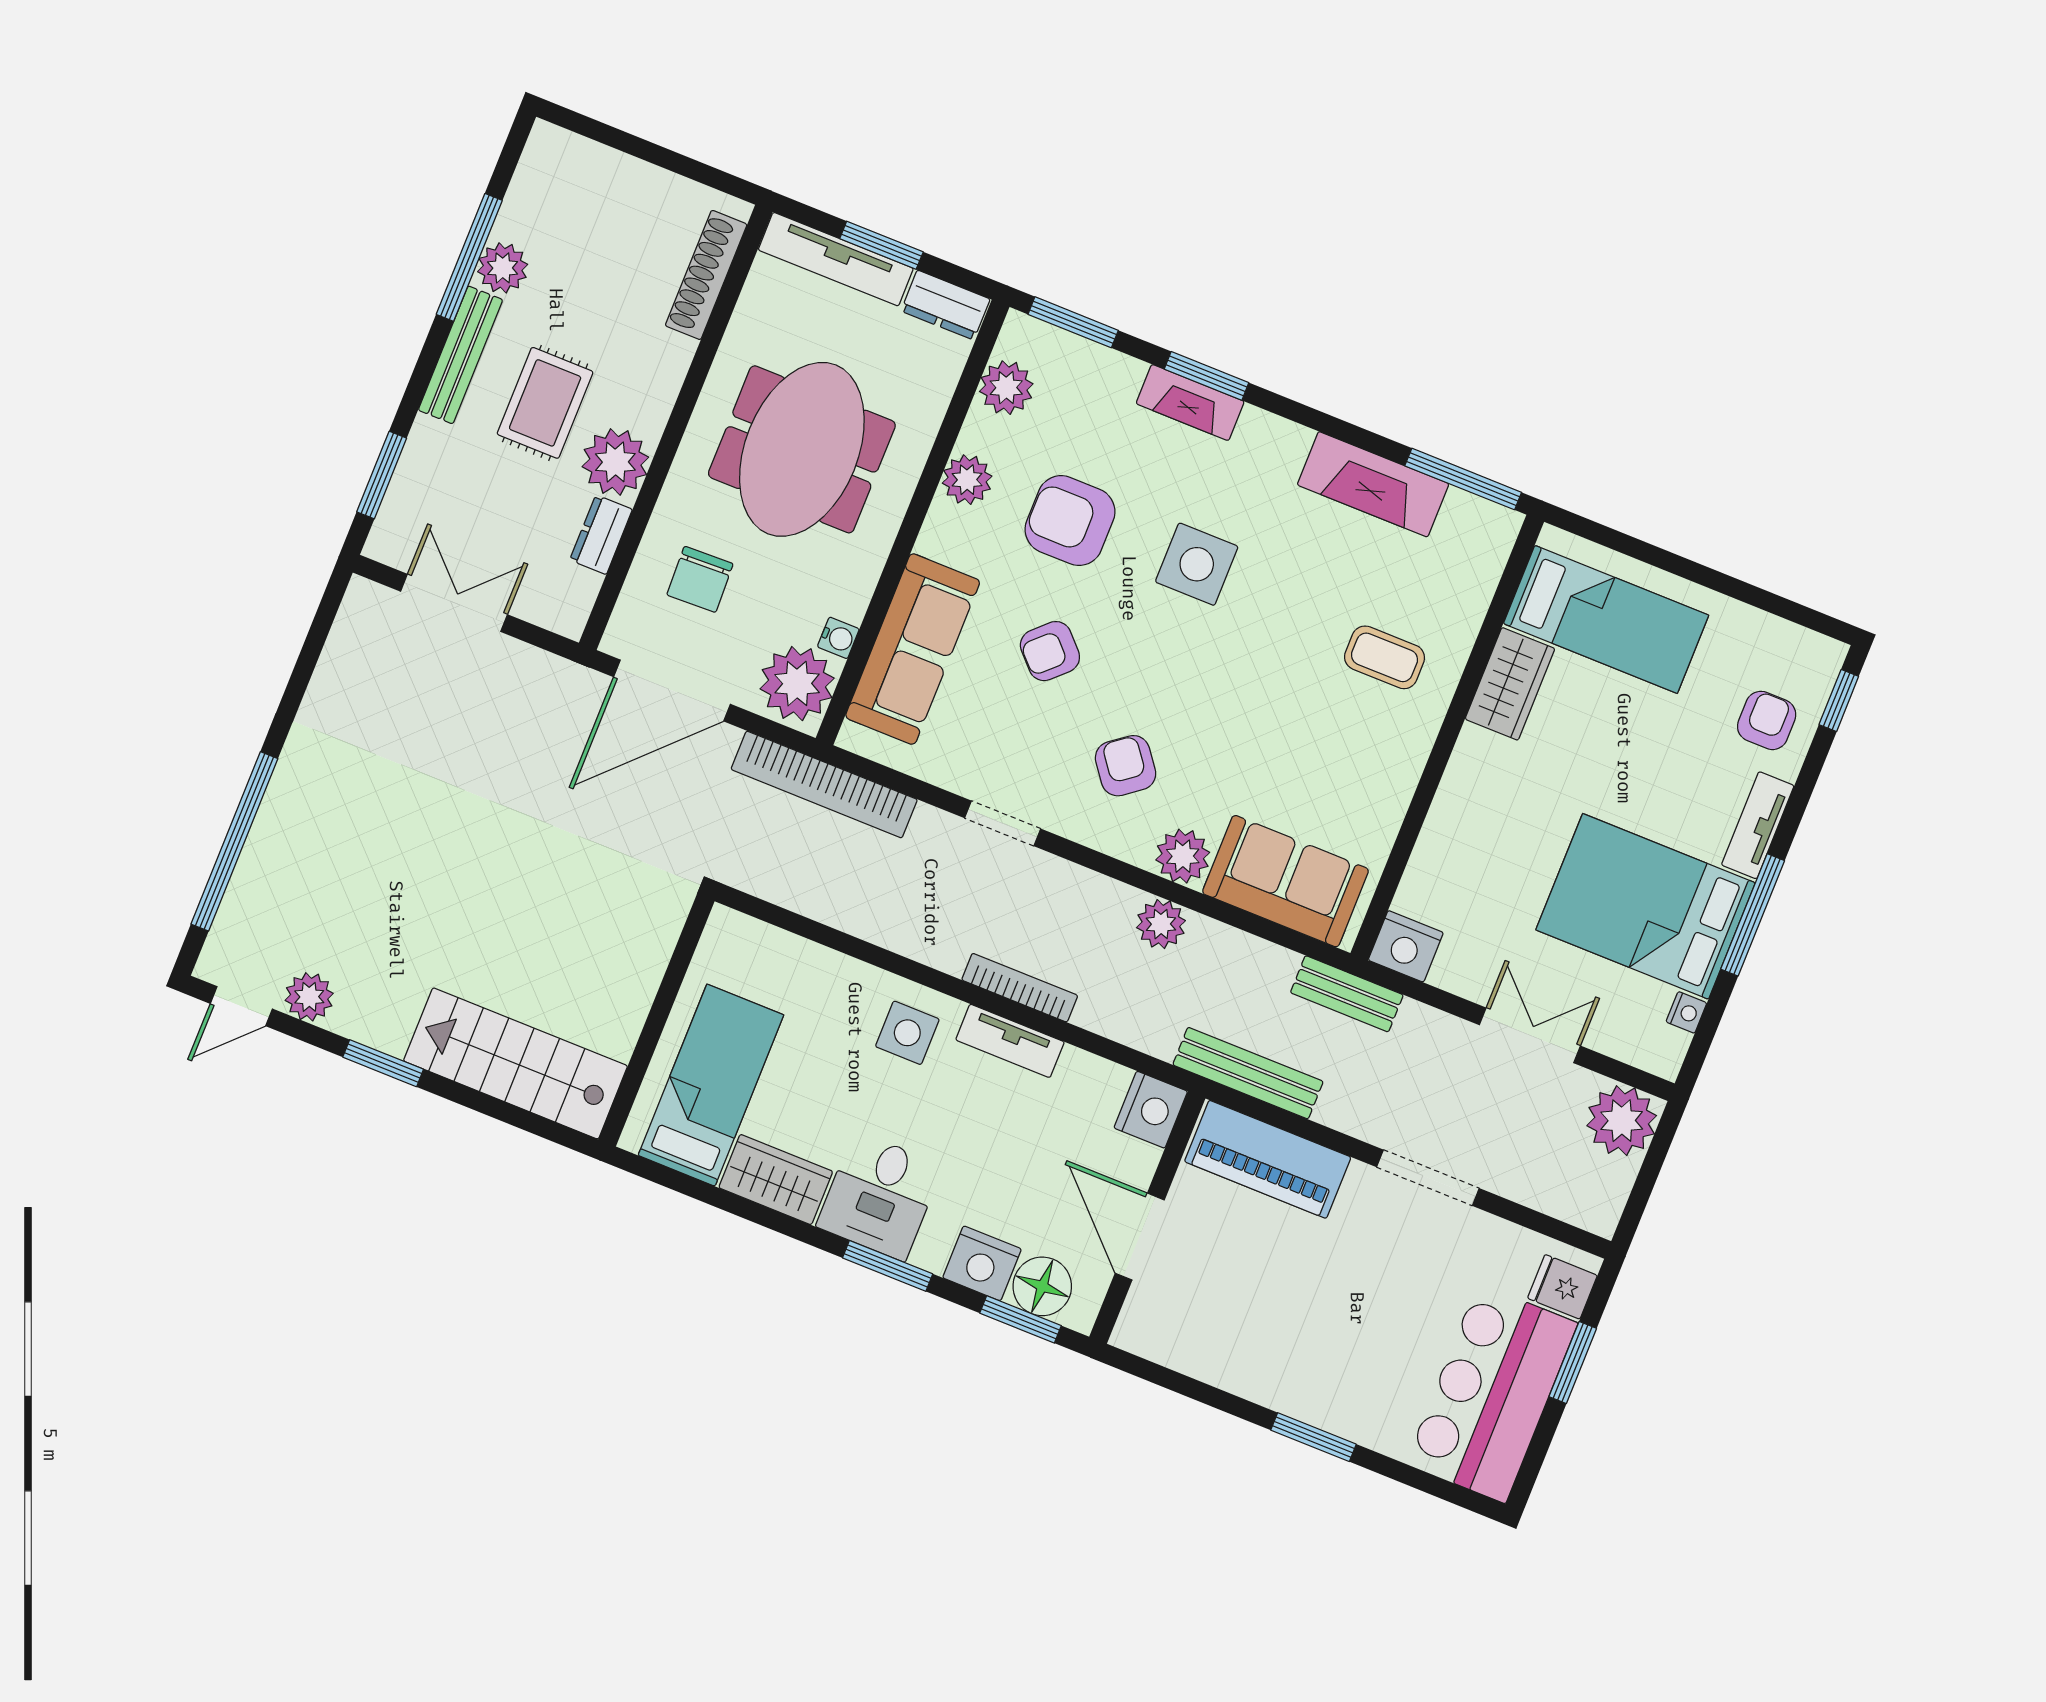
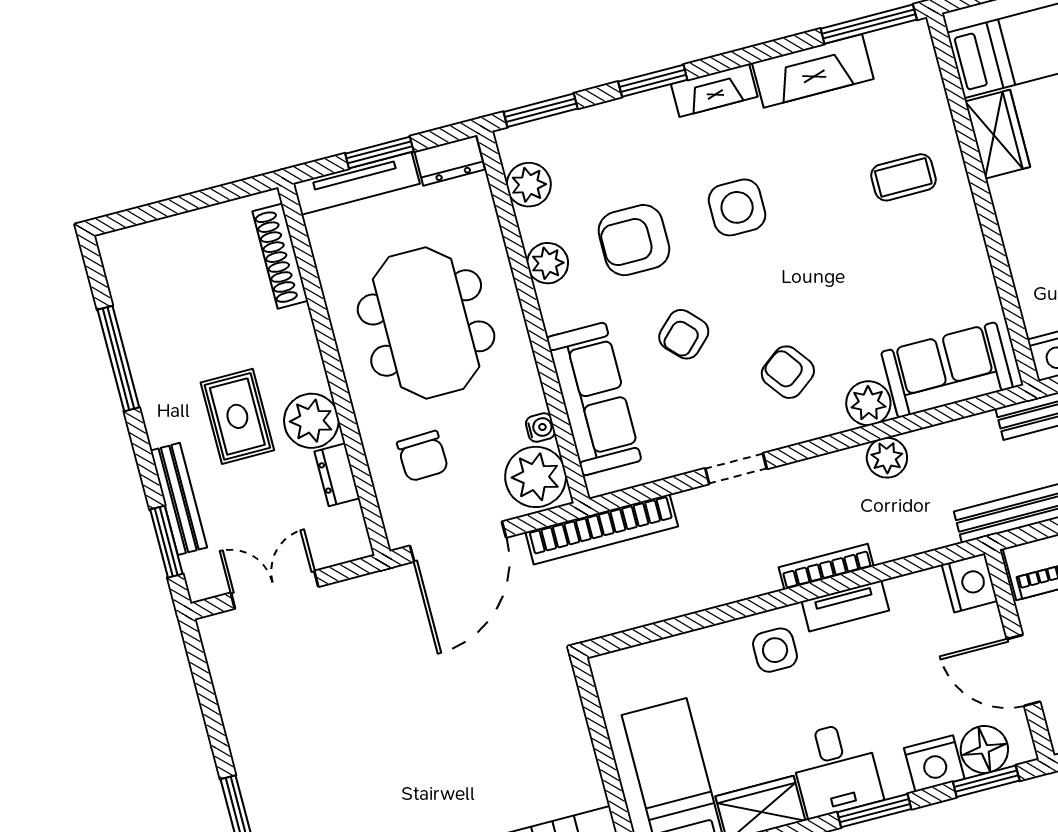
plant: (503, 268) -> (145, 349), removed
bench: (460, 355) -> (179, 499), moved
fireplace: (1190, 403) -> (714, 90), moved

